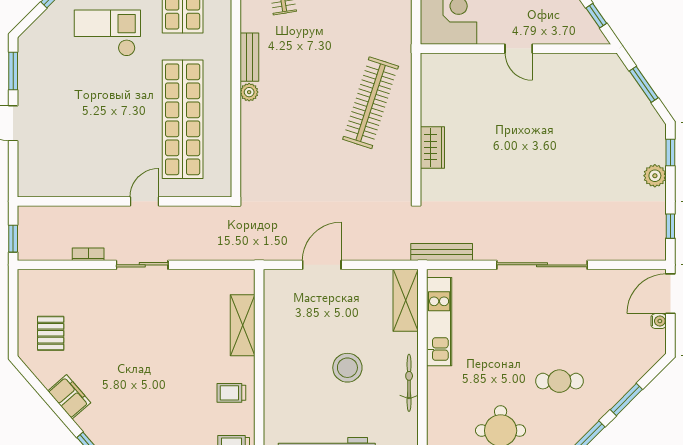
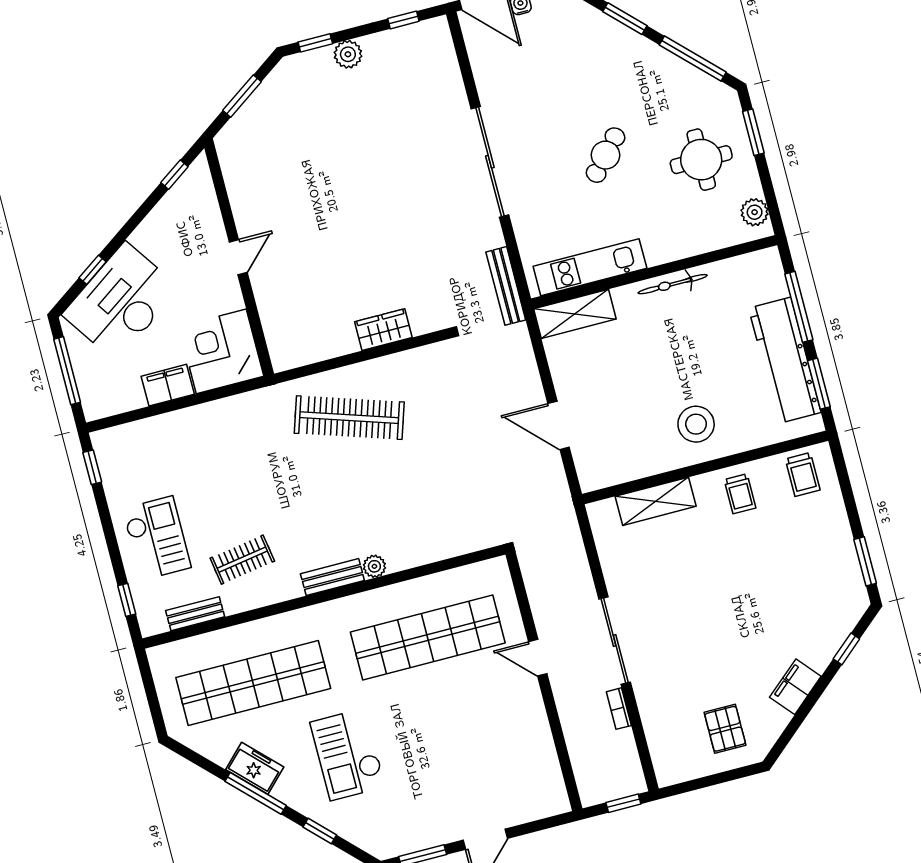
sliding door: (142, 265) -> (615, 640), width x1.37
pallet: (51, 333) -> (725, 729), turned 90
stool: (347, 368) -> (696, 424), moved
cafe table: (559, 381) -> (606, 155), moved, turned 42

